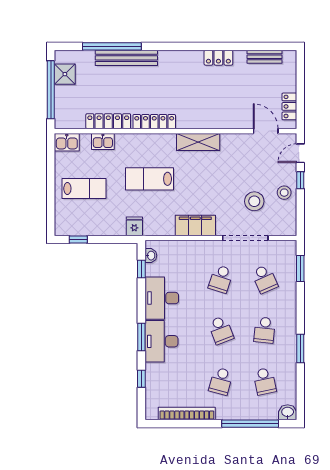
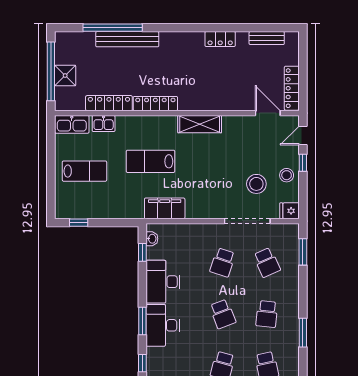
shower: (65, 74) -> (65, 76), moved
locker: (289, 106) -> (292, 88), width x1.53
kitchen sink: (67, 142) -> (72, 124), width x1.38
filing cabinet: (195, 225) -> (165, 208), moved
fridge: (134, 226) -> (289, 211), moved, turned -90

